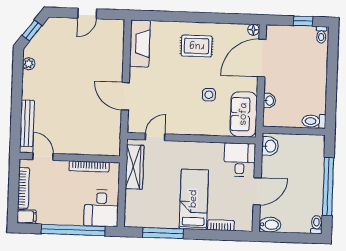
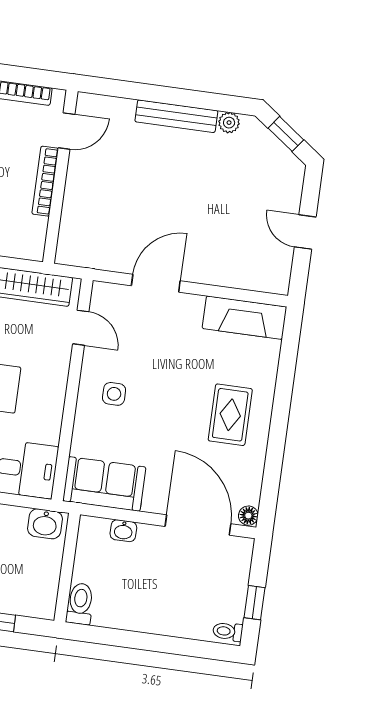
side table: (209, 95) -> (114, 394), moved
bench: (27, 123) -> (176, 116), moved
bookcase: (89, 166) -> (45, 181), moved

